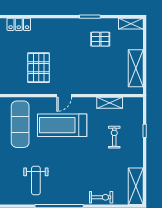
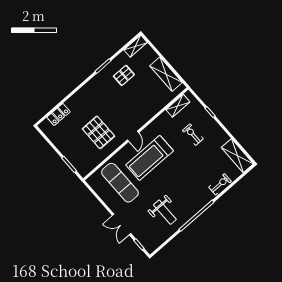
shelving: (110, 103) -> (178, 106), moved

